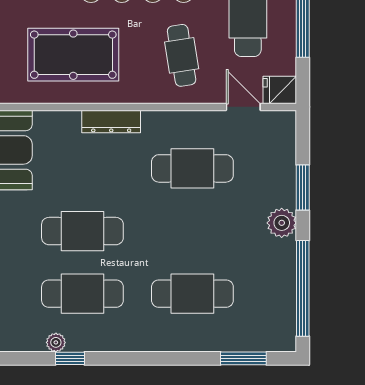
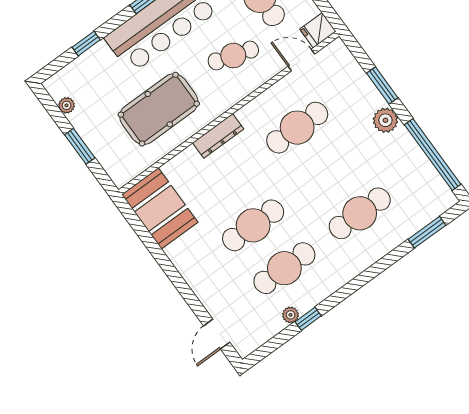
cafe table: (182, 55) -> (233, 56), turned -64

